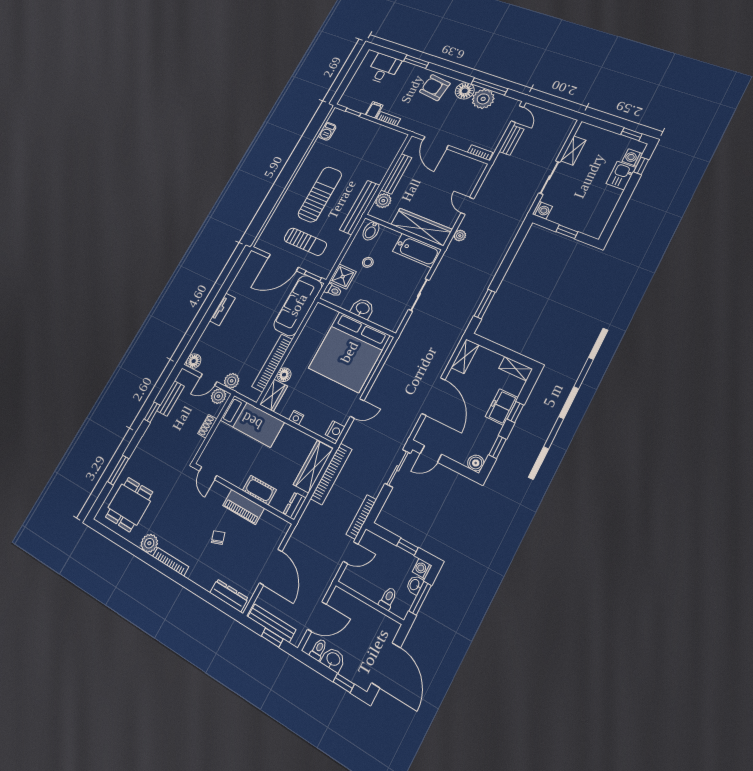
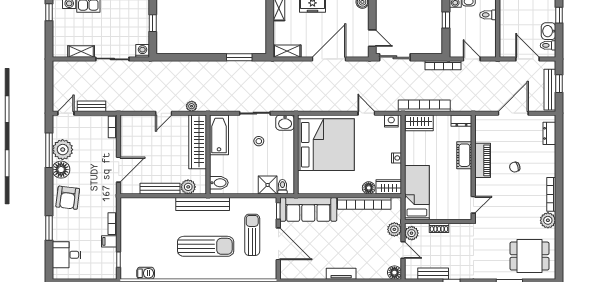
sun lounger: (320, 194) -> (206, 246), turned 180
stool: (368, 262) -> (259, 141), moved
washbasin: (362, 309) -> (285, 123), moved, turned -90
wardrobe: (313, 467) -> (419, 123), width x0.67
dresser: (229, 595) -> (549, 133), width x0.70

